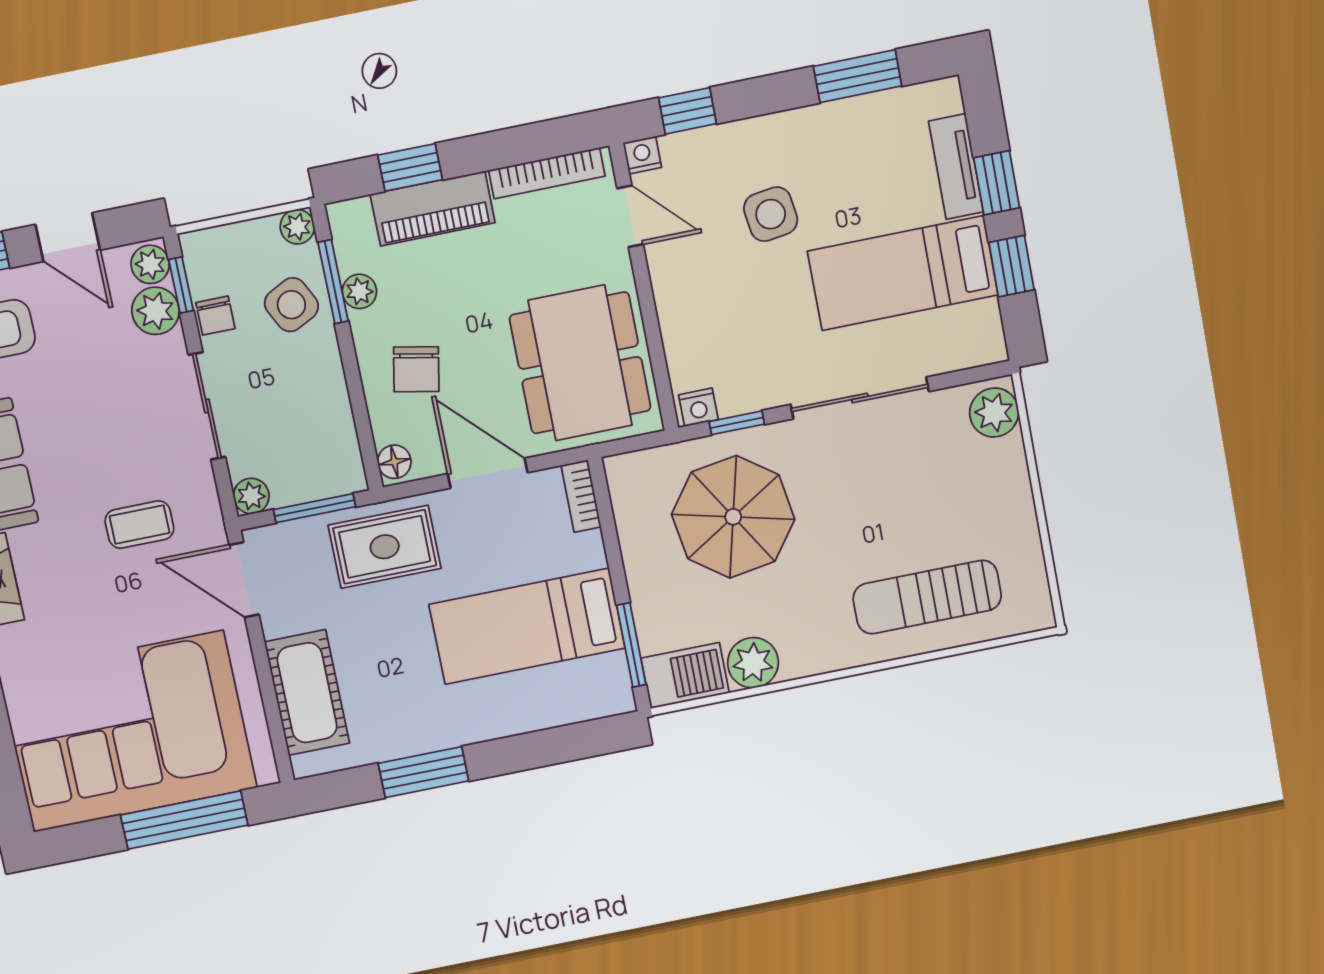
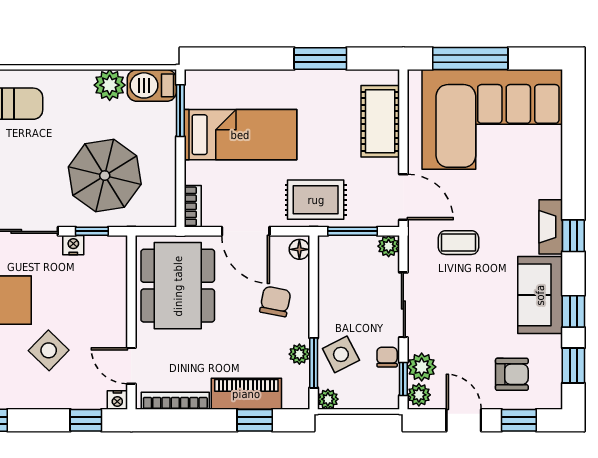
side table: (771, 214) -> (49, 350), turned -38
nightstand: (698, 407) -> (73, 245), moved

